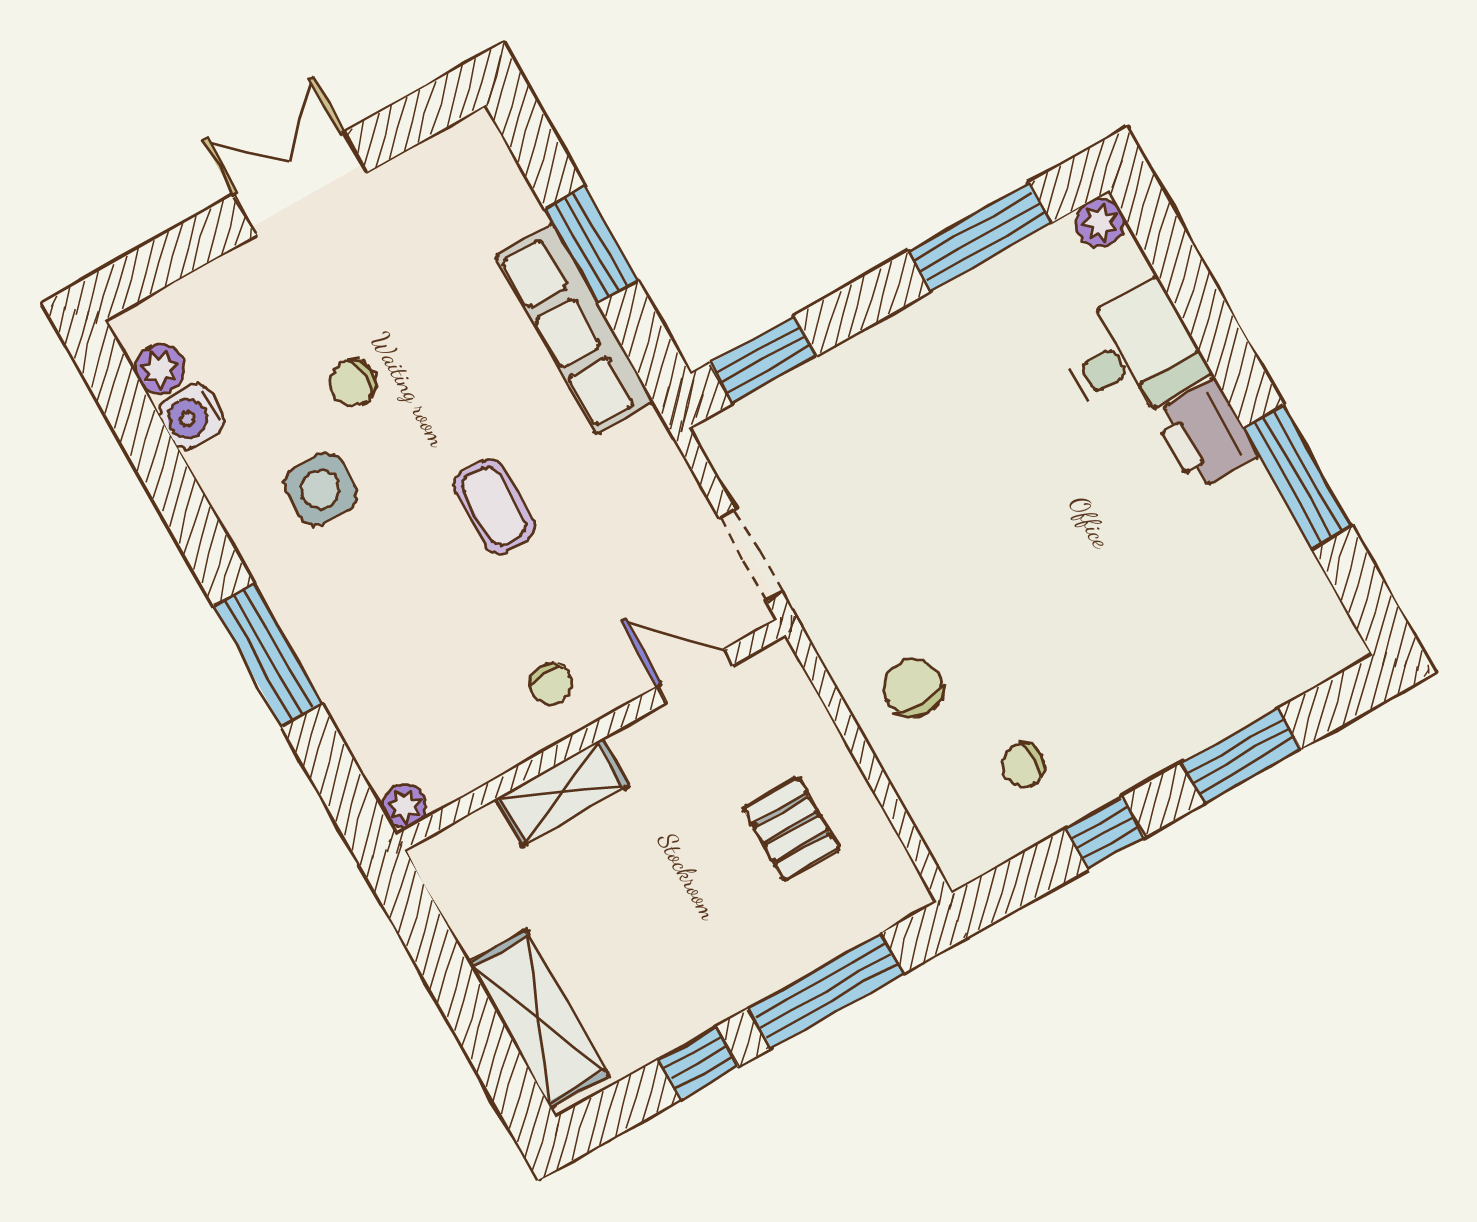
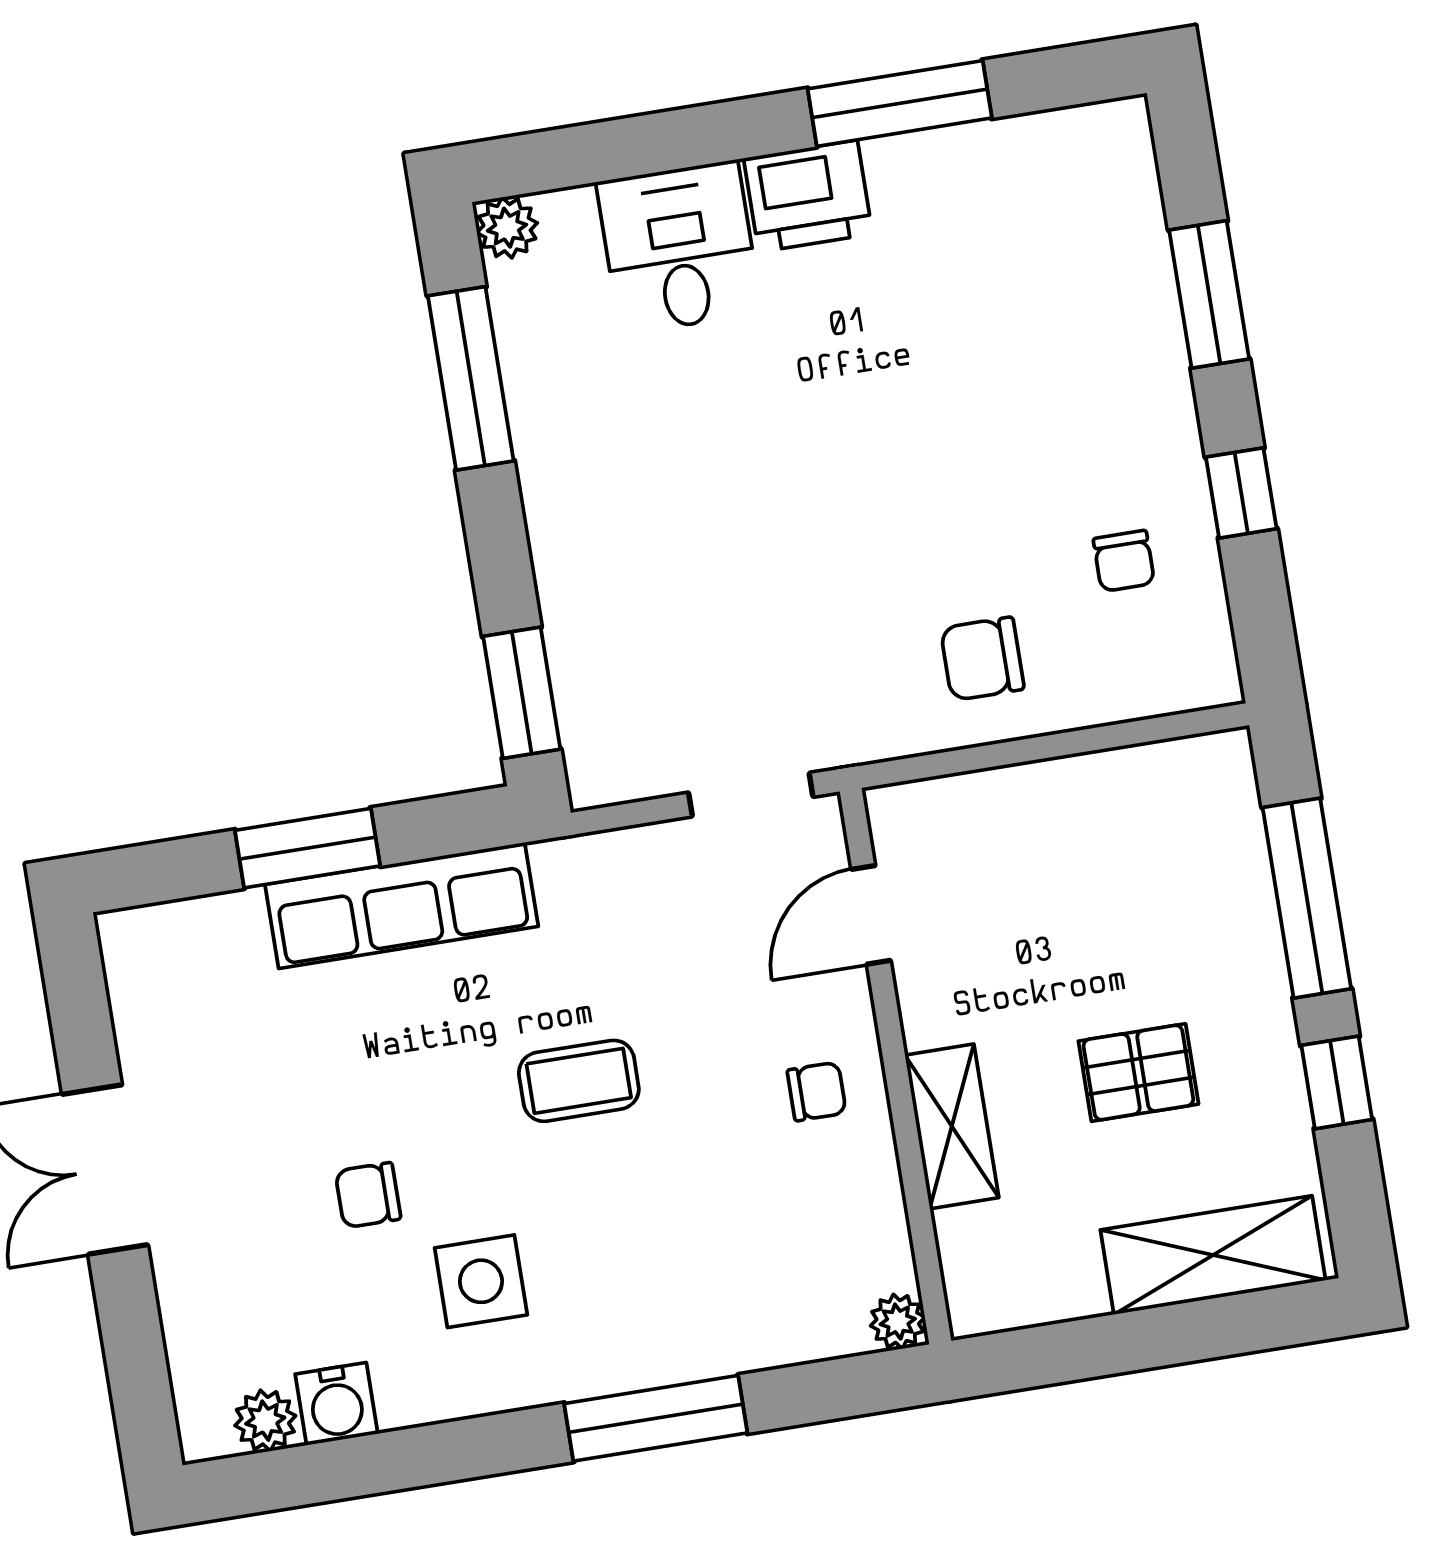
chair: (353, 383) -> (368, 1195), turned 96
pallet: (791, 829) -> (1138, 1073), moved

